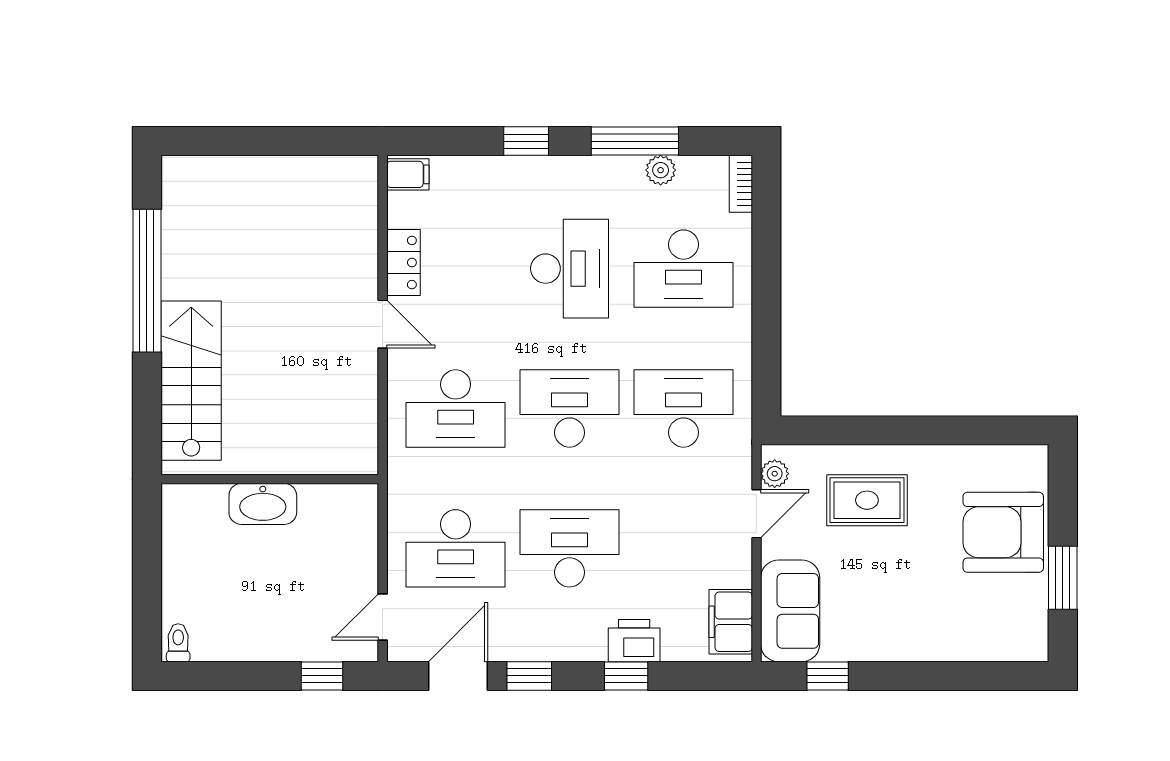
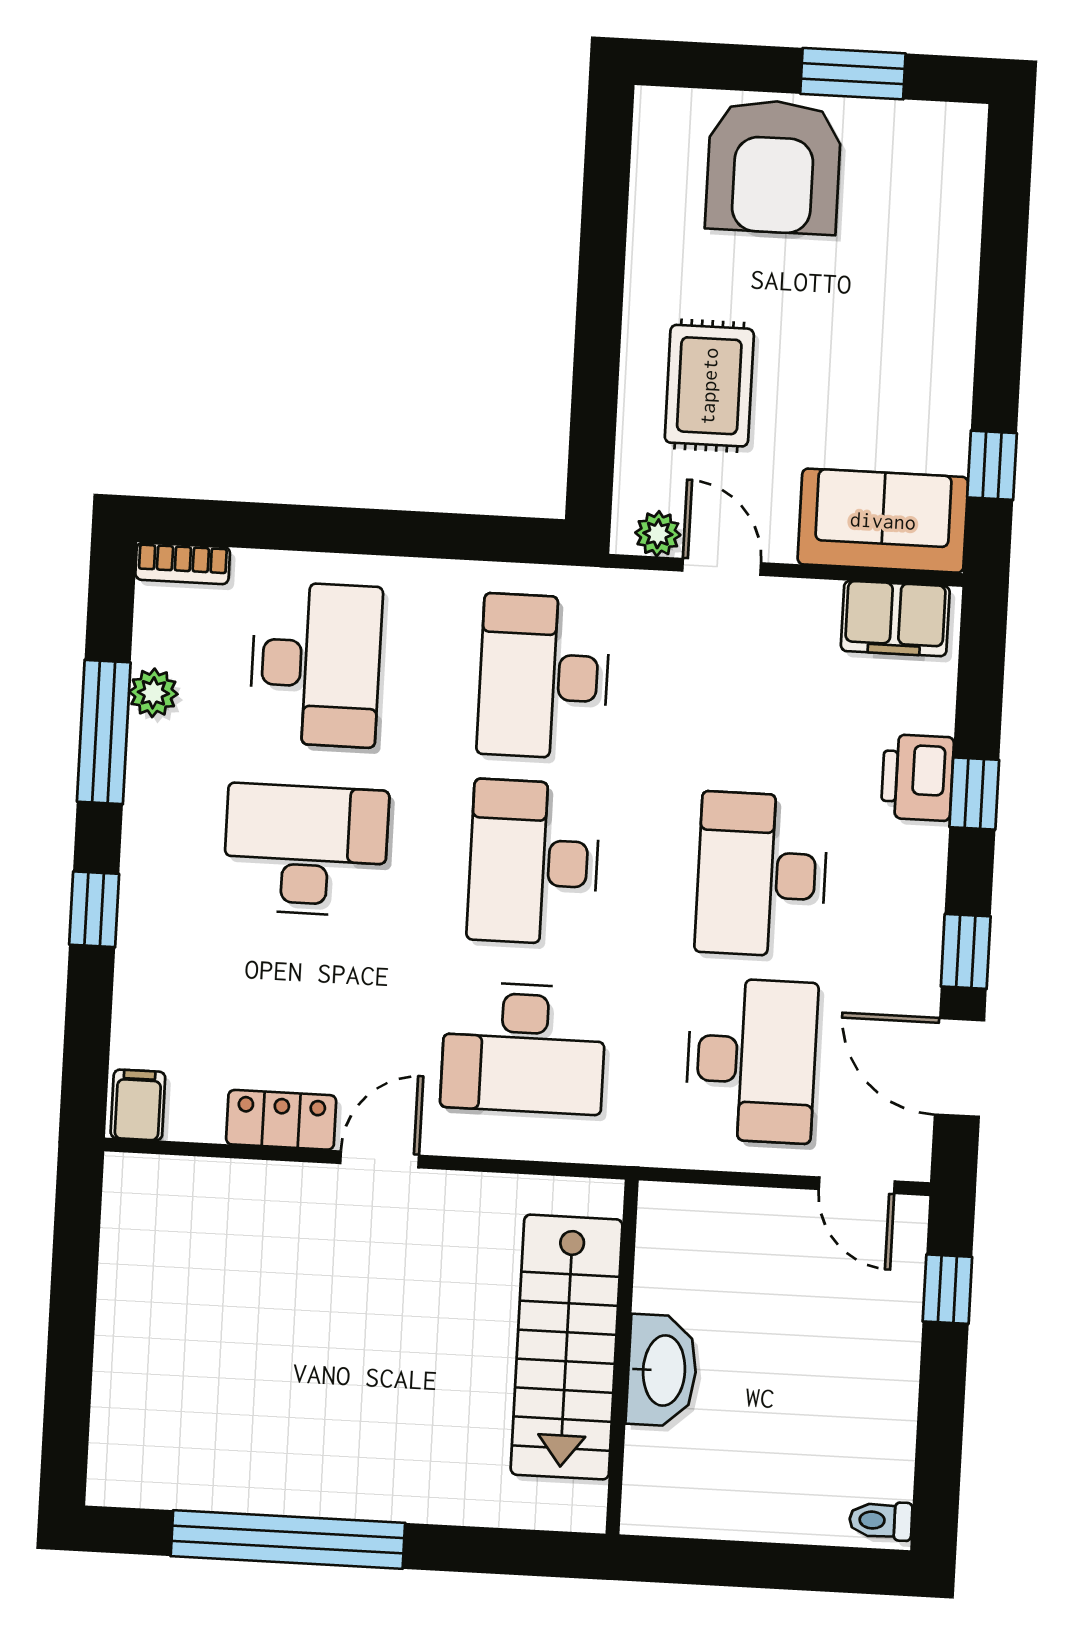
stairs: (191, 381) -> (567, 1347), moved, turned -90
desk: (456, 408) -> (524, 1048), turned 90

